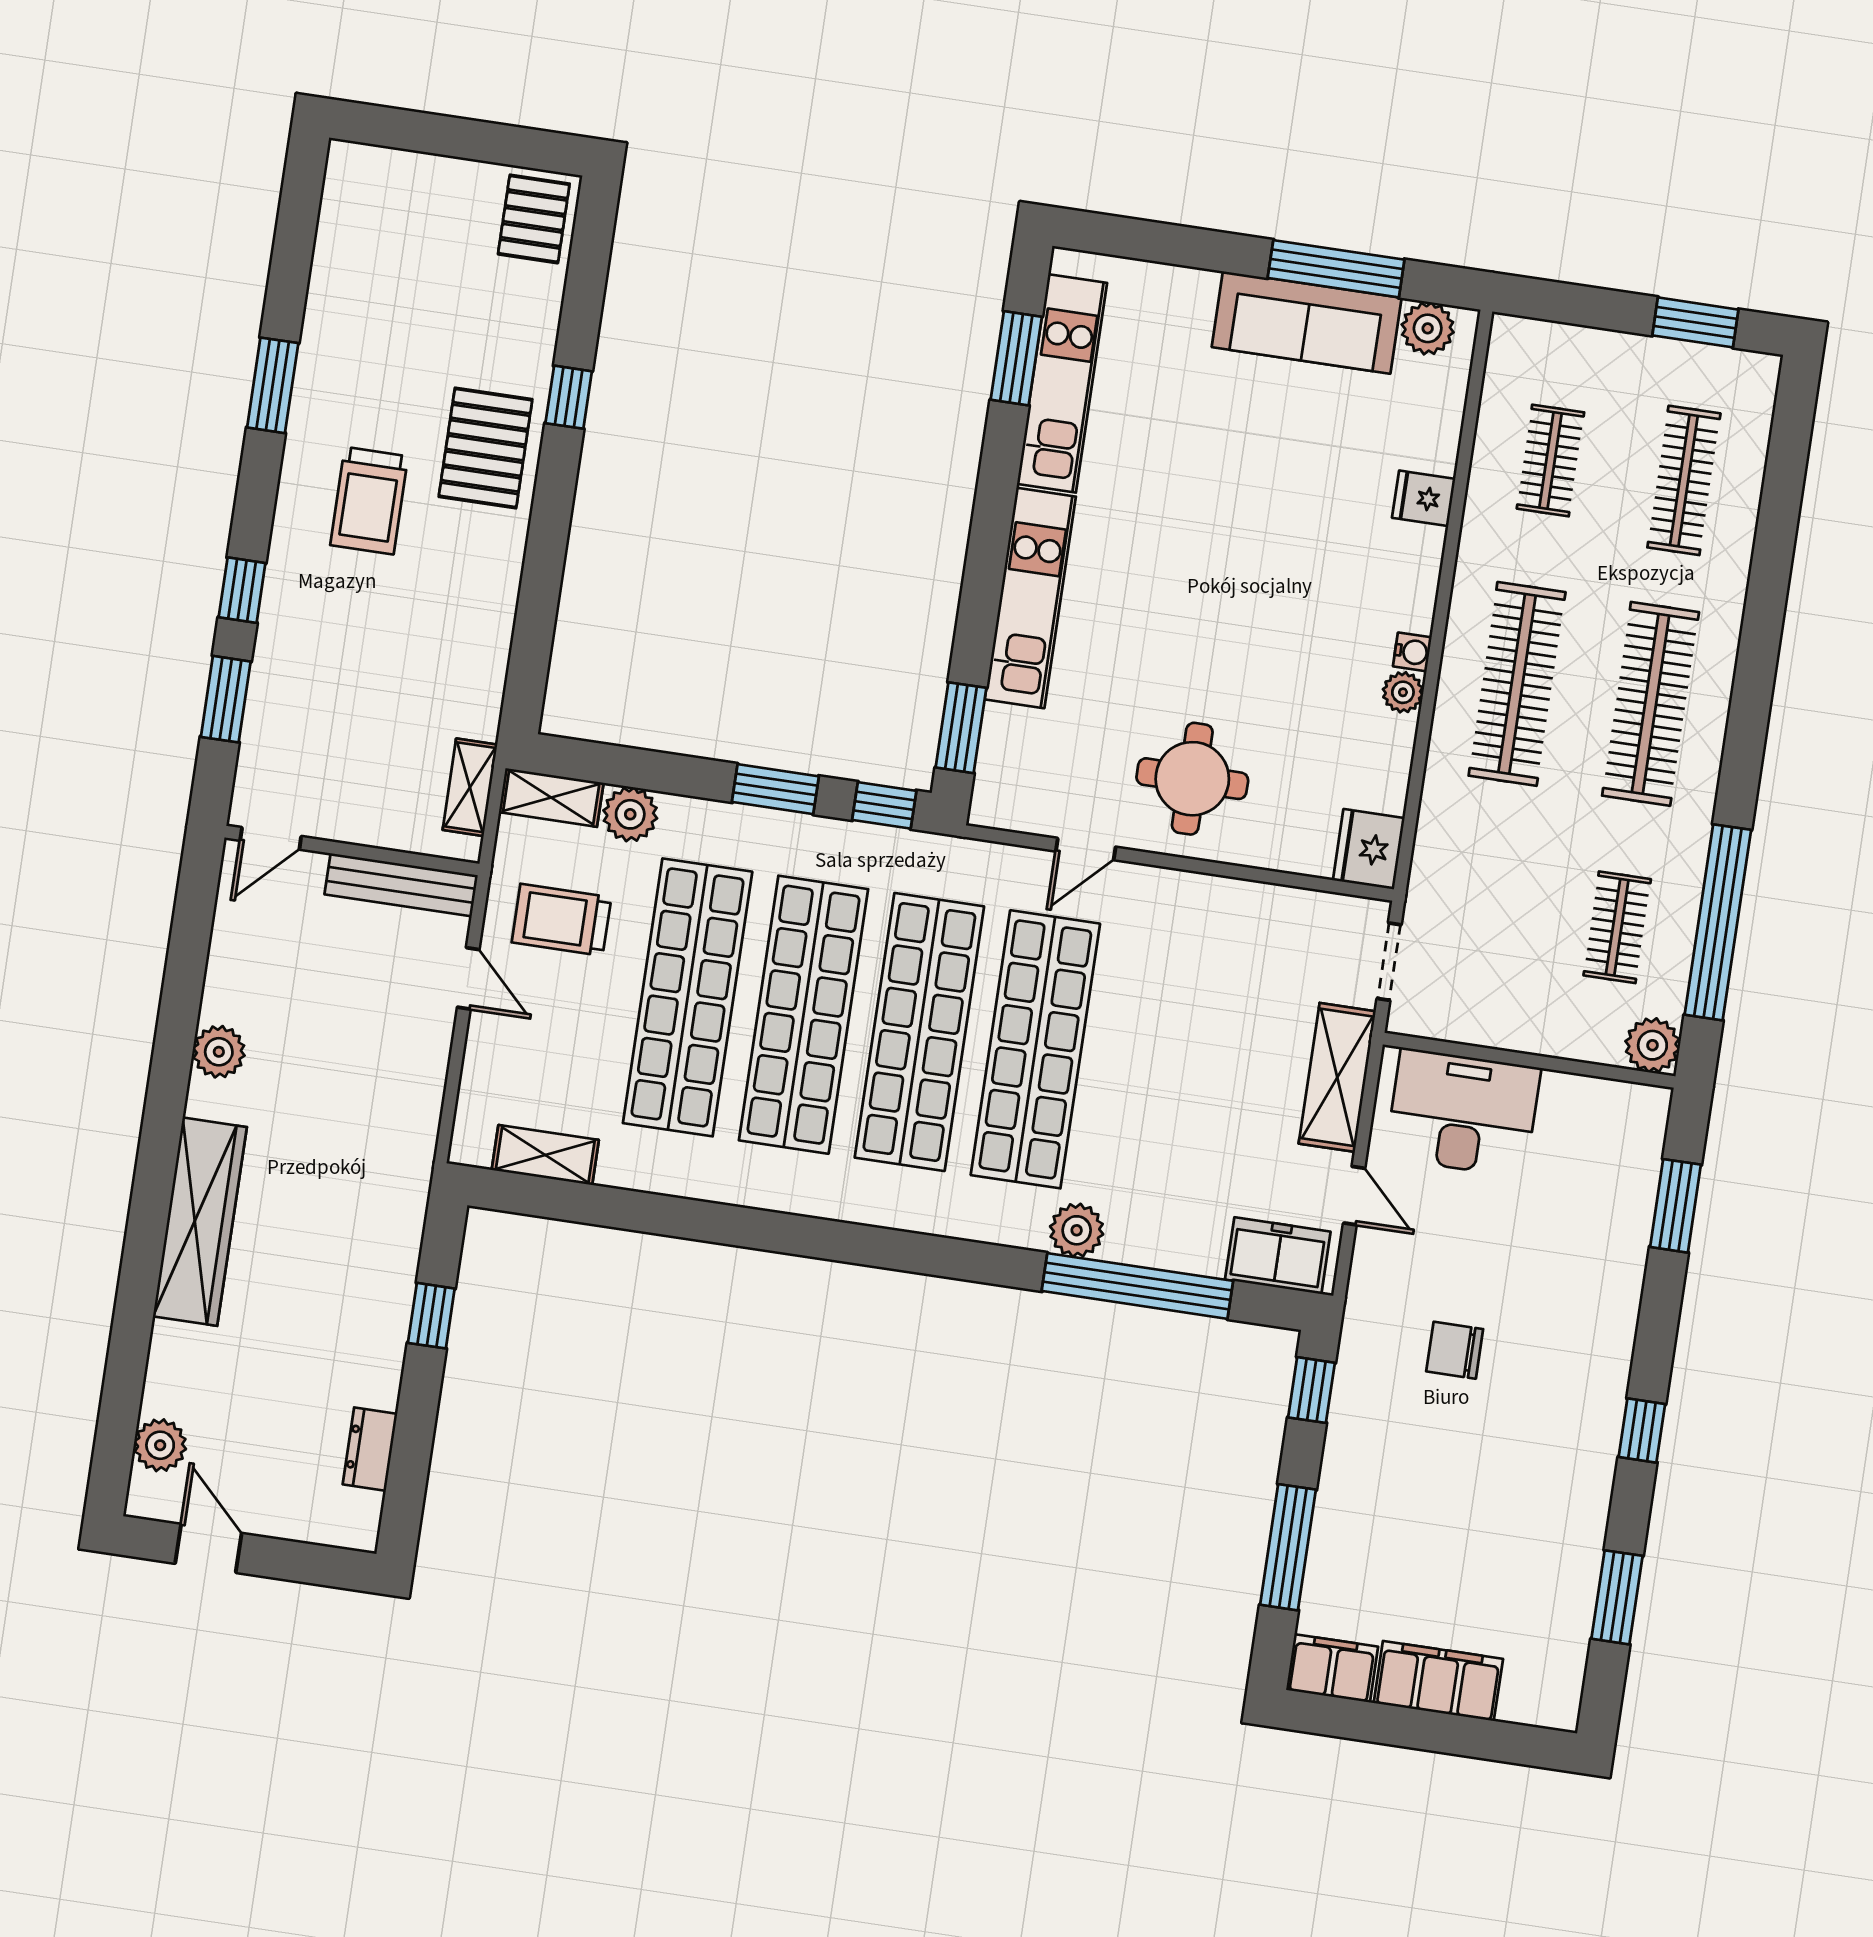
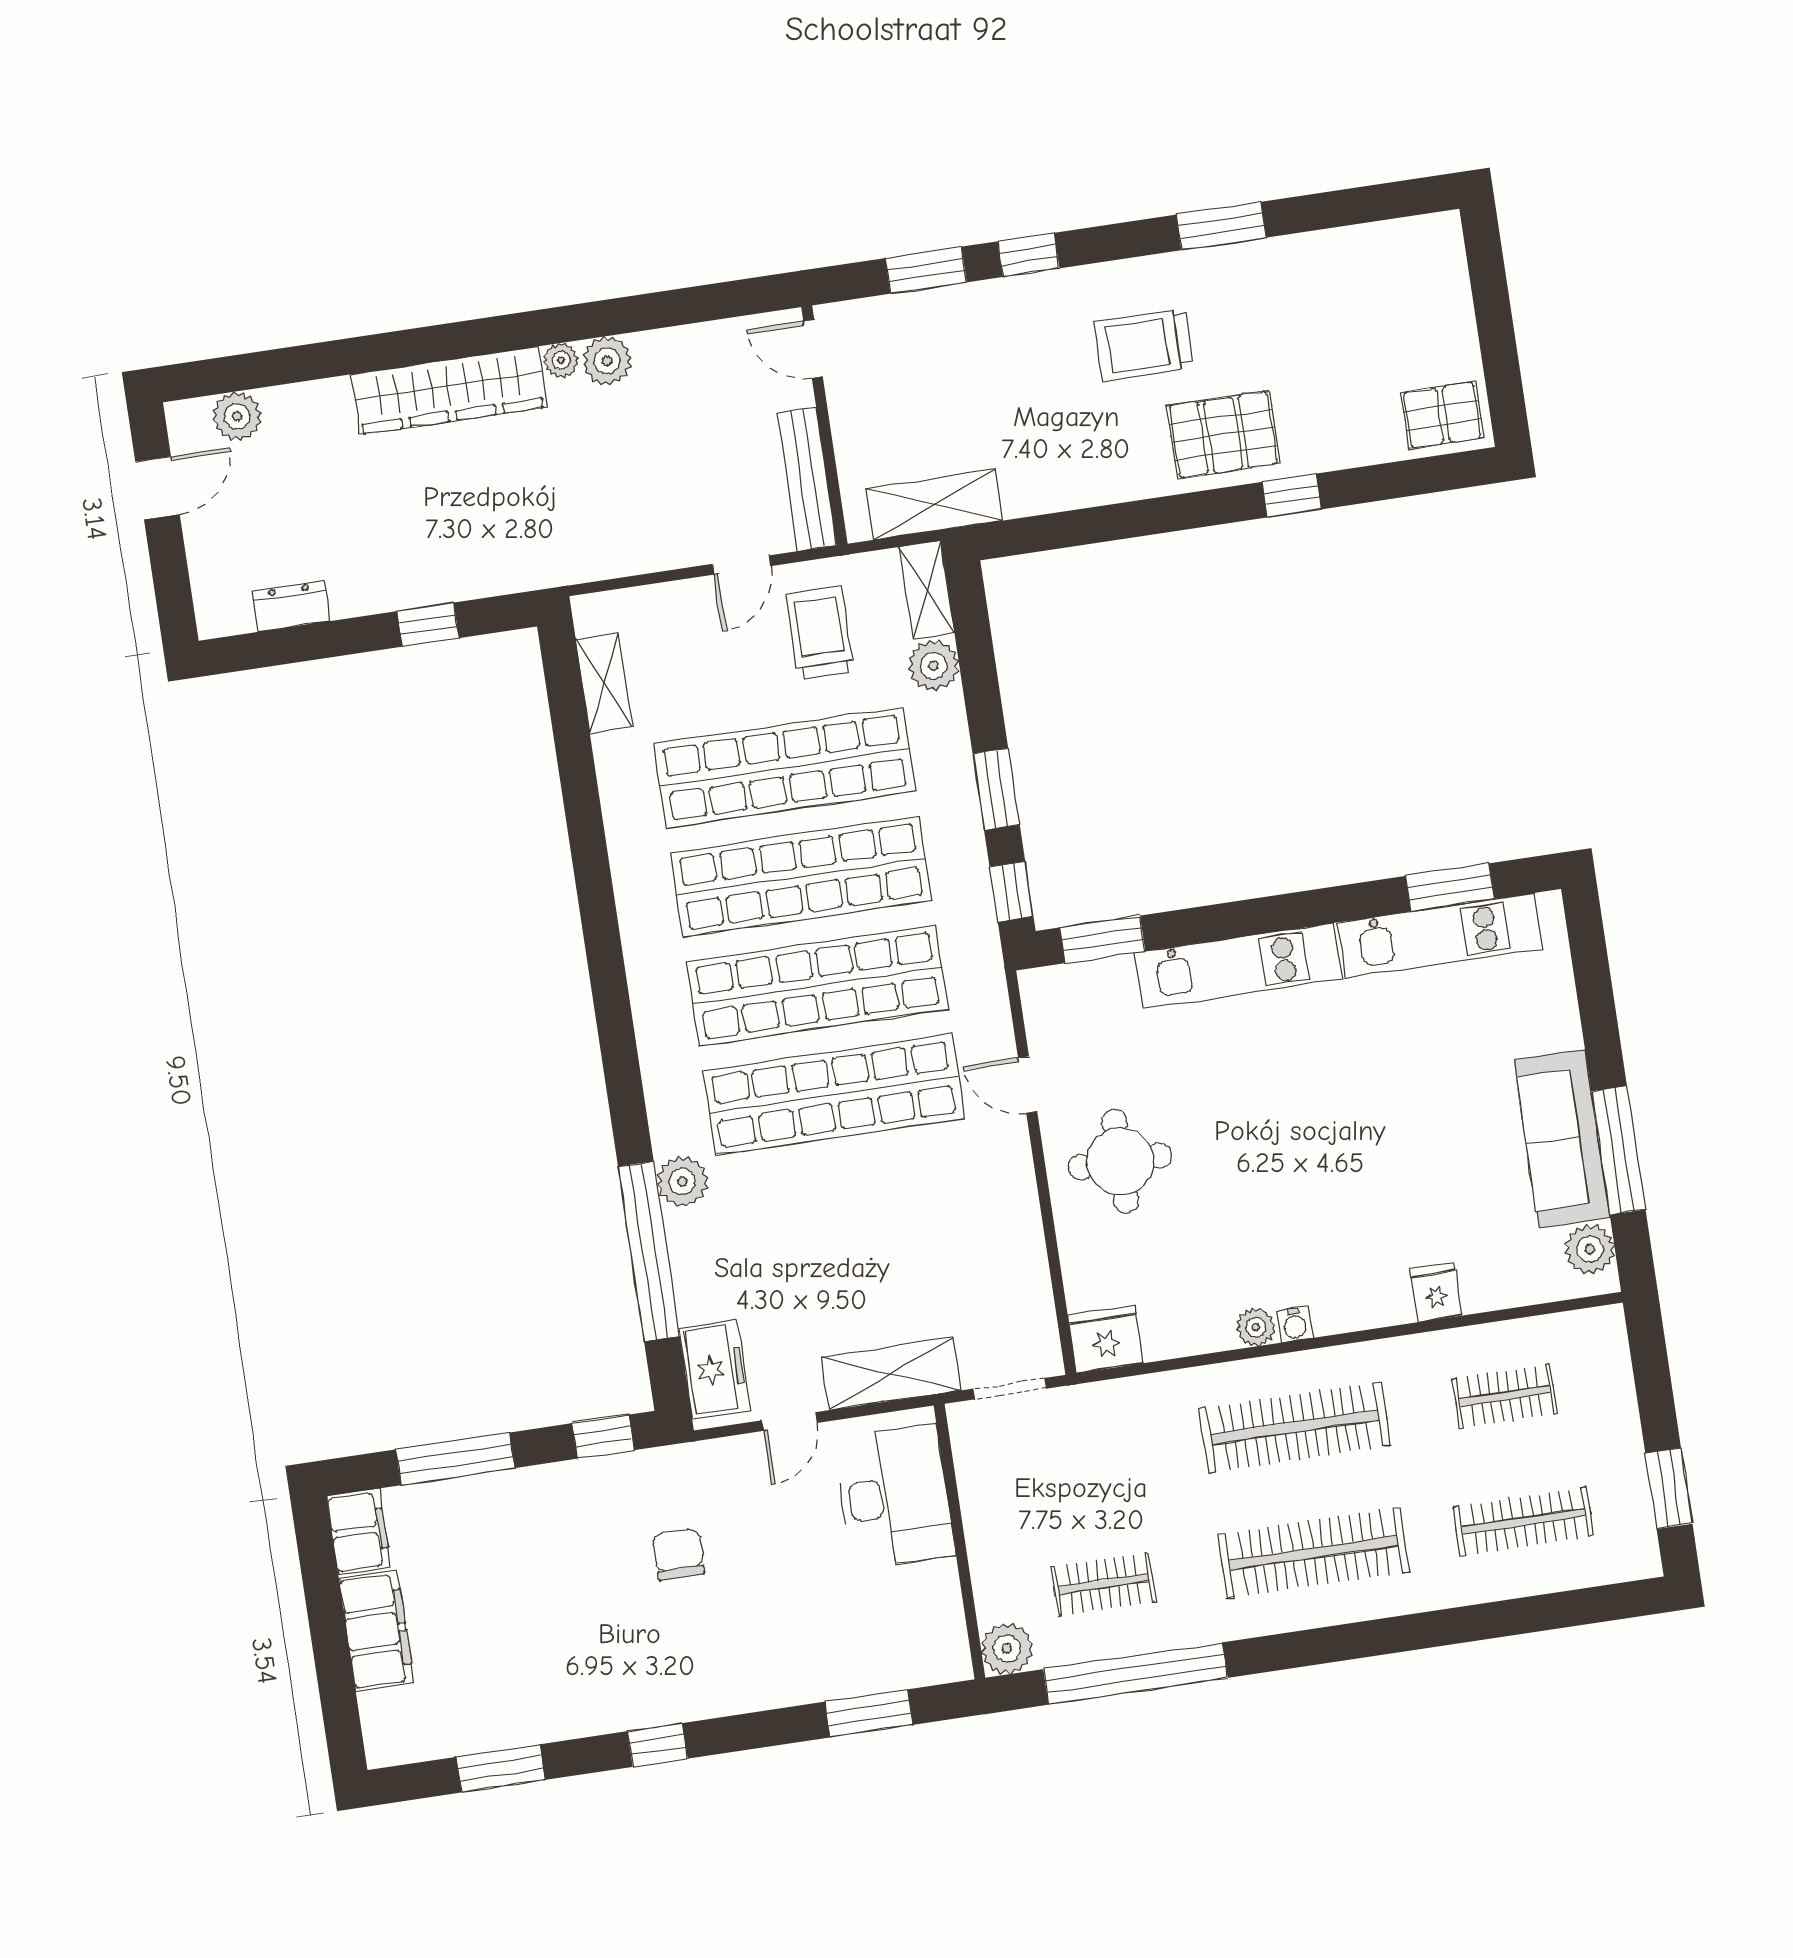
shelving: (470, 787) -> (934, 504), width x1.50, depth x1.33
plant: (204, 1098) -> (561, 360), added

